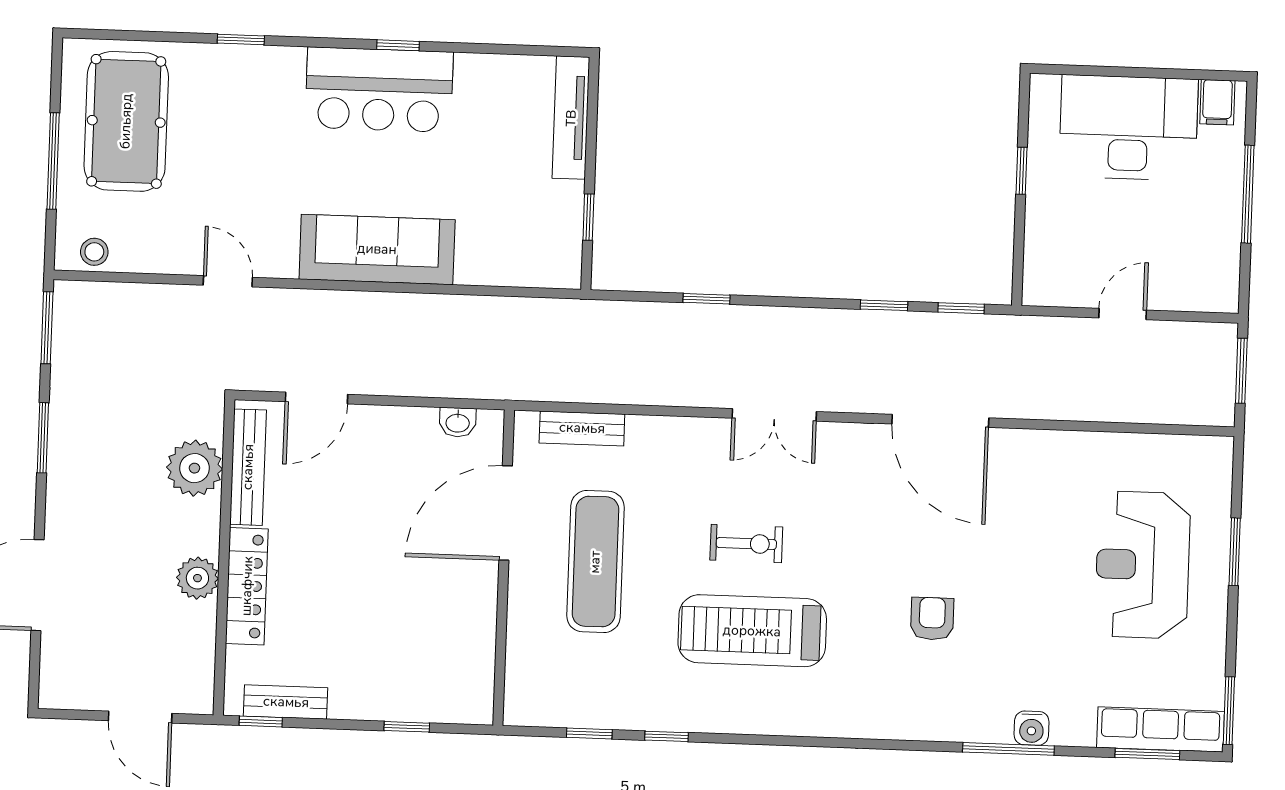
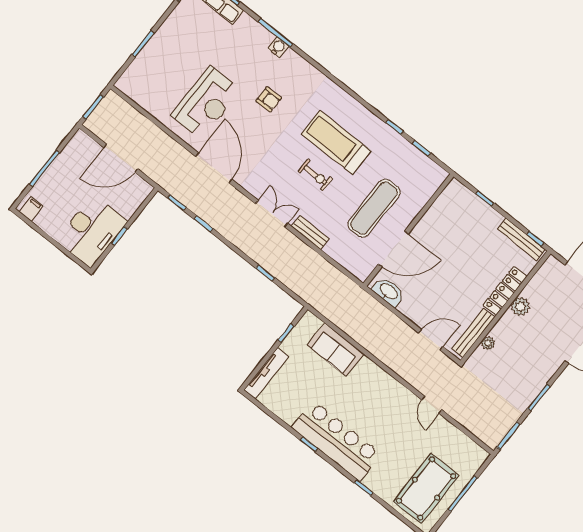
bar counter: (379, 90) -> (337, 441), width x1.36
desk: (1128, 128) -> (92, 231), moved, turned -90
sofa: (377, 249) -> (336, 350), moved, width x0.73
stool: (94, 252) -> (472, 450), removed
door: (1123, 314) -> (121, 158), width x1.88
washbasin: (458, 422) -> (388, 292), width x1.91, depth x1.45
bench: (582, 428) -> (310, 233), moved
plant: (194, 468) -> (488, 343), width x0.53, depth x0.53
exercise bike: (746, 544) -> (315, 175), turned 180
reception desk: (1143, 565) -> (206, 103), moved
armchair: (932, 619) -> (269, 99), turned -90
treadmill: (752, 631) -> (336, 142), turned 180
bench: (286, 702) -> (522, 239), width x1.36
water cooler: (1032, 728) -> (278, 47), moved

